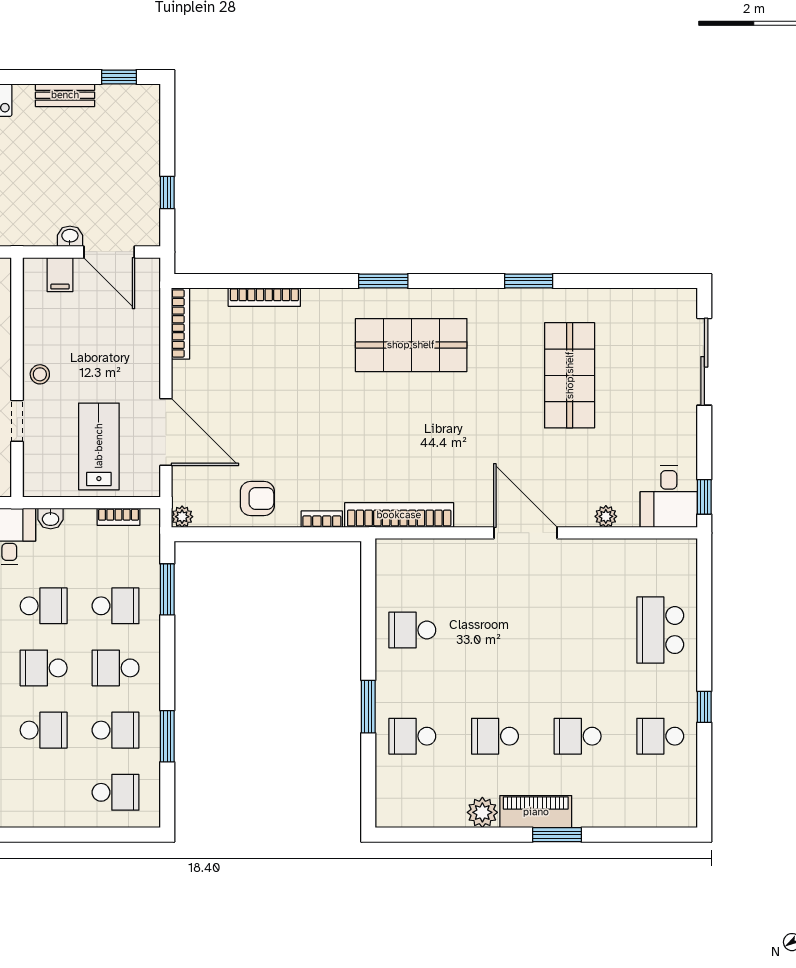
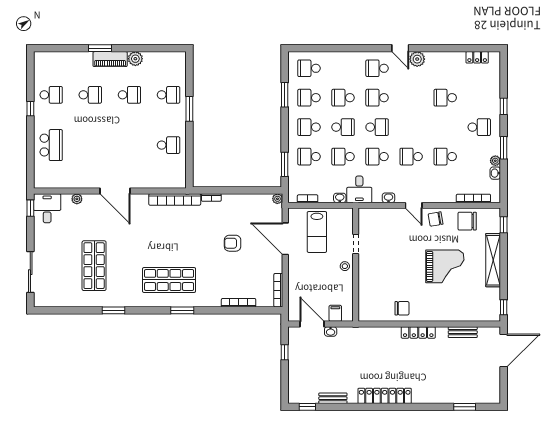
armchair: (257, 498) -> (233, 243), moved
school desk: (116, 668) -> (309, 127), turned 180

